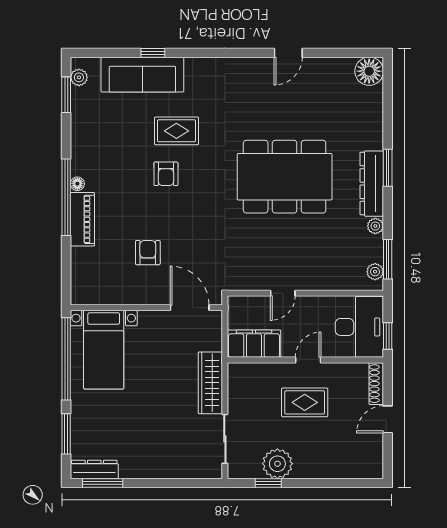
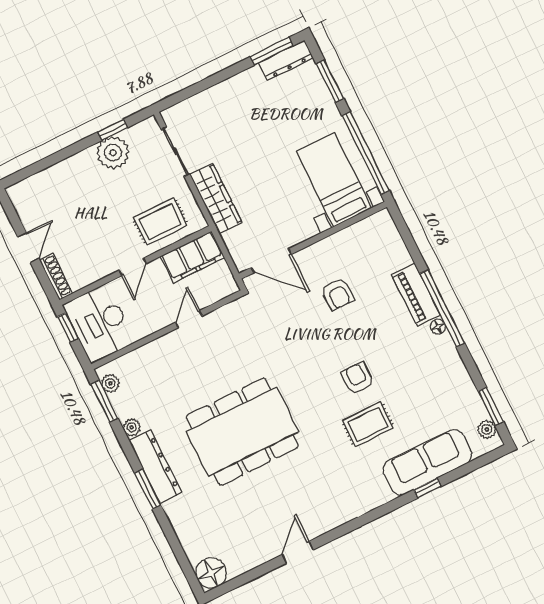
rug: (305, 402) -> (160, 222), moved

